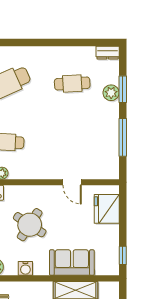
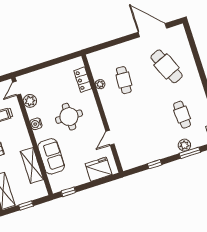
window: (123, 137) -> (155, 164), width x0.46
round table: (30, 225) -> (69, 117), turned -33

